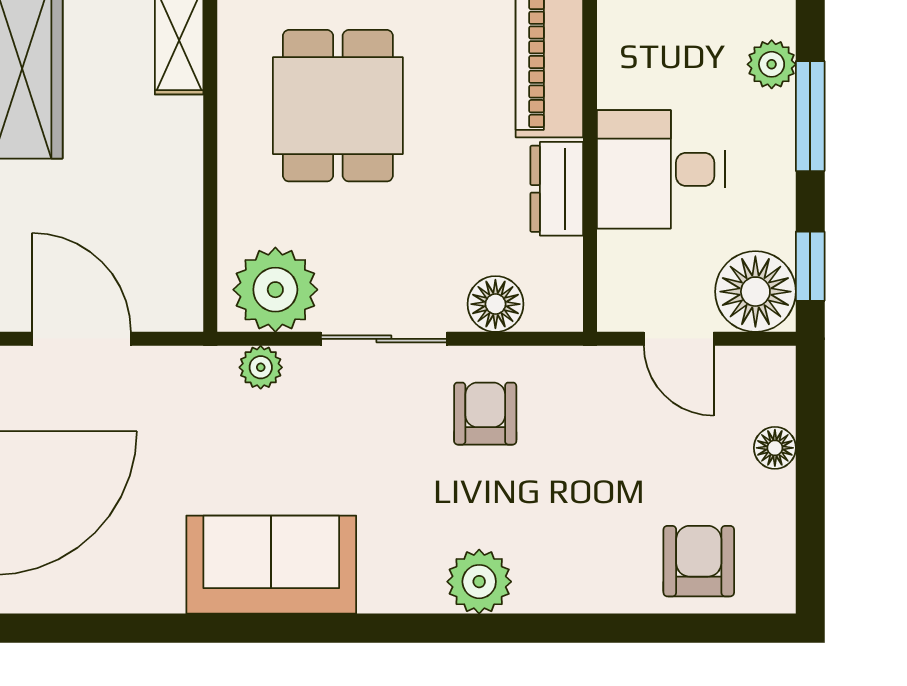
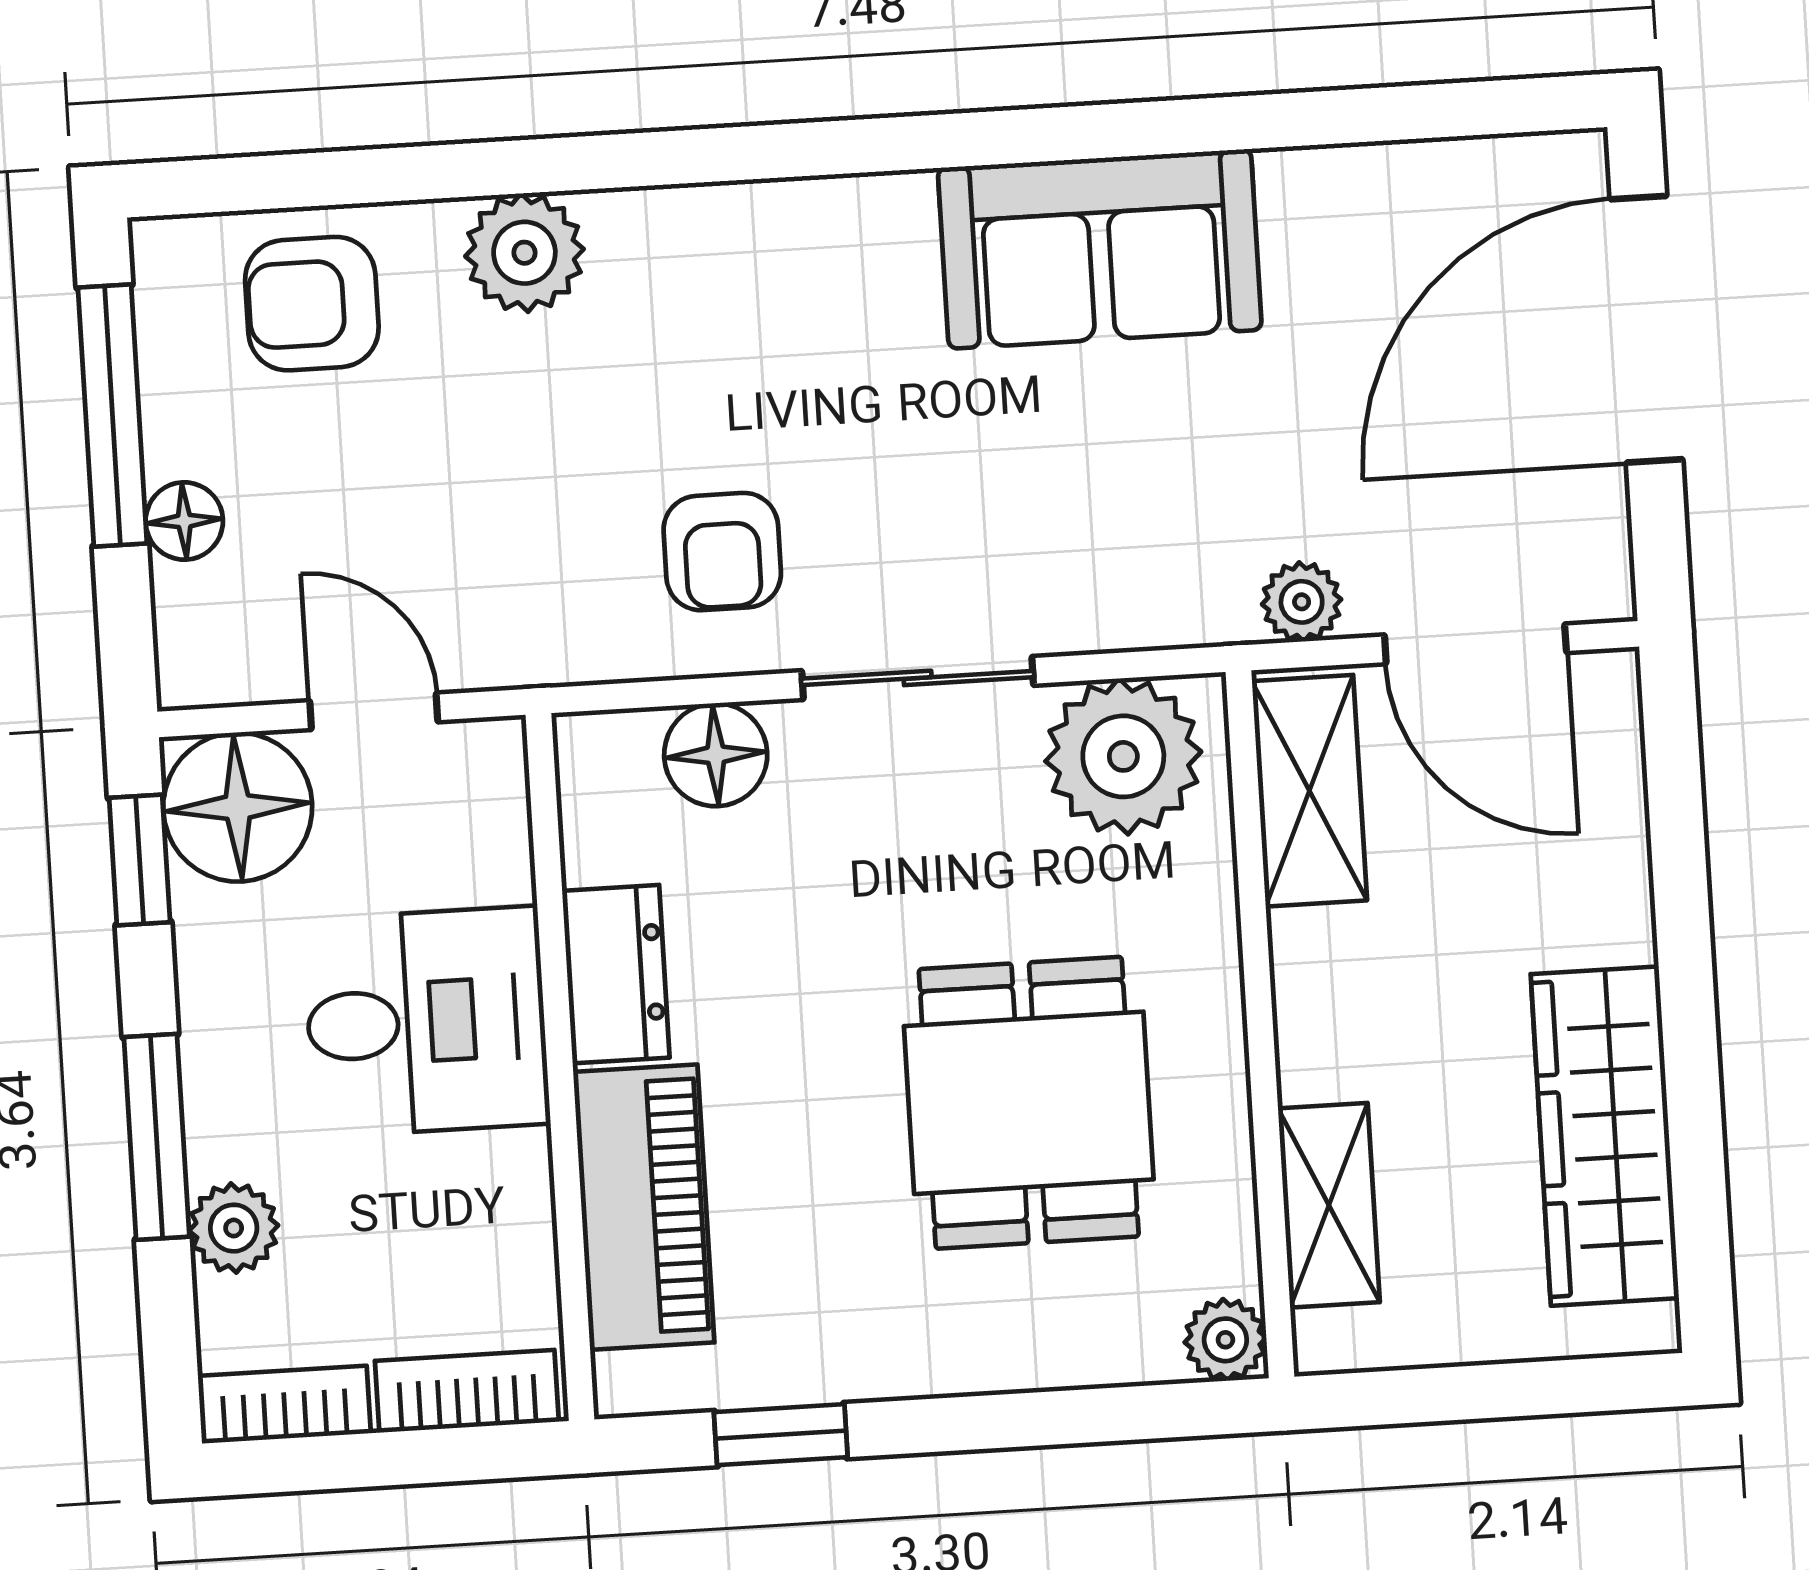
shelving: (176, 265) -> (1309, 791), added
plant: (261, 367) -> (1302, 602), moved
window: (810, 507) -> (112, 416), added
armchair: (699, 561) -> (312, 304), turned 90
plant: (479, 582) -> (524, 253), moved

